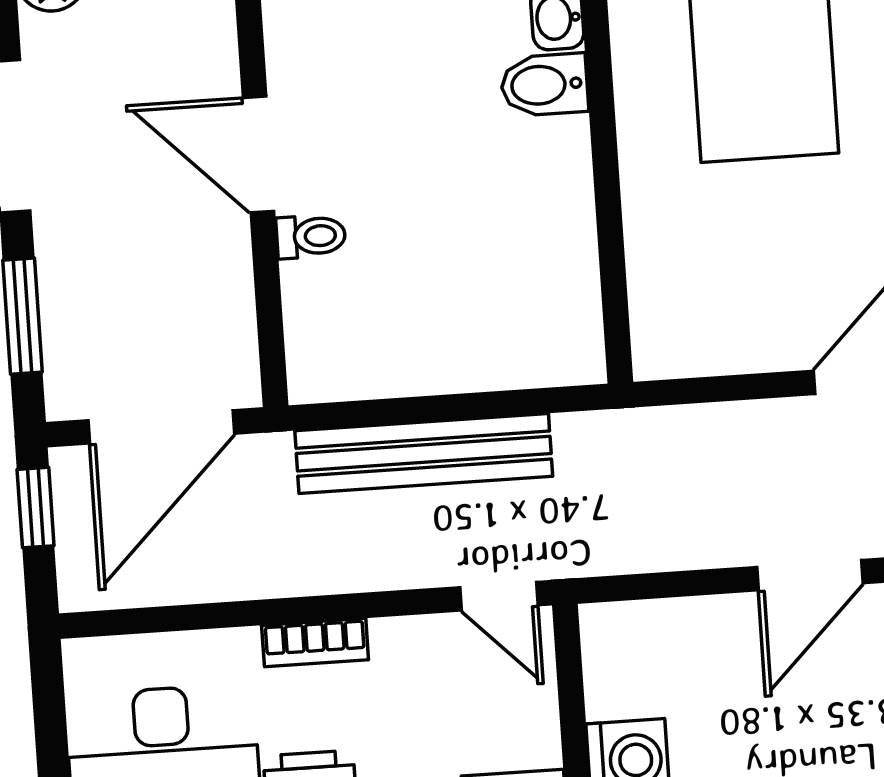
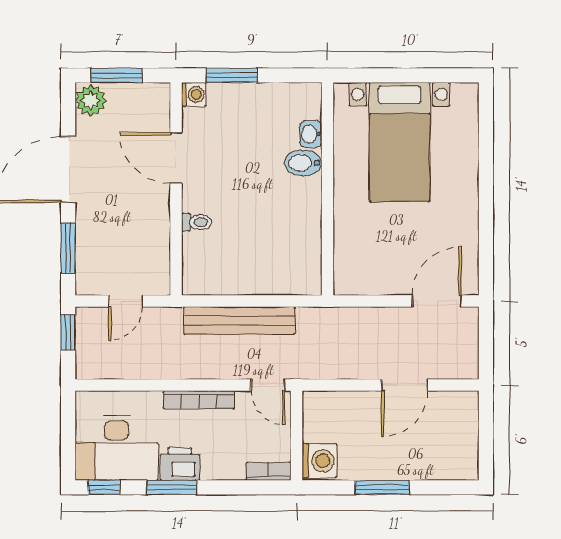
door: (258, 155) -> (176, 158), moved
door: (161, 427) -> (125, 301), width x0.53
bookcase: (315, 643) -> (199, 400), width x1.56

